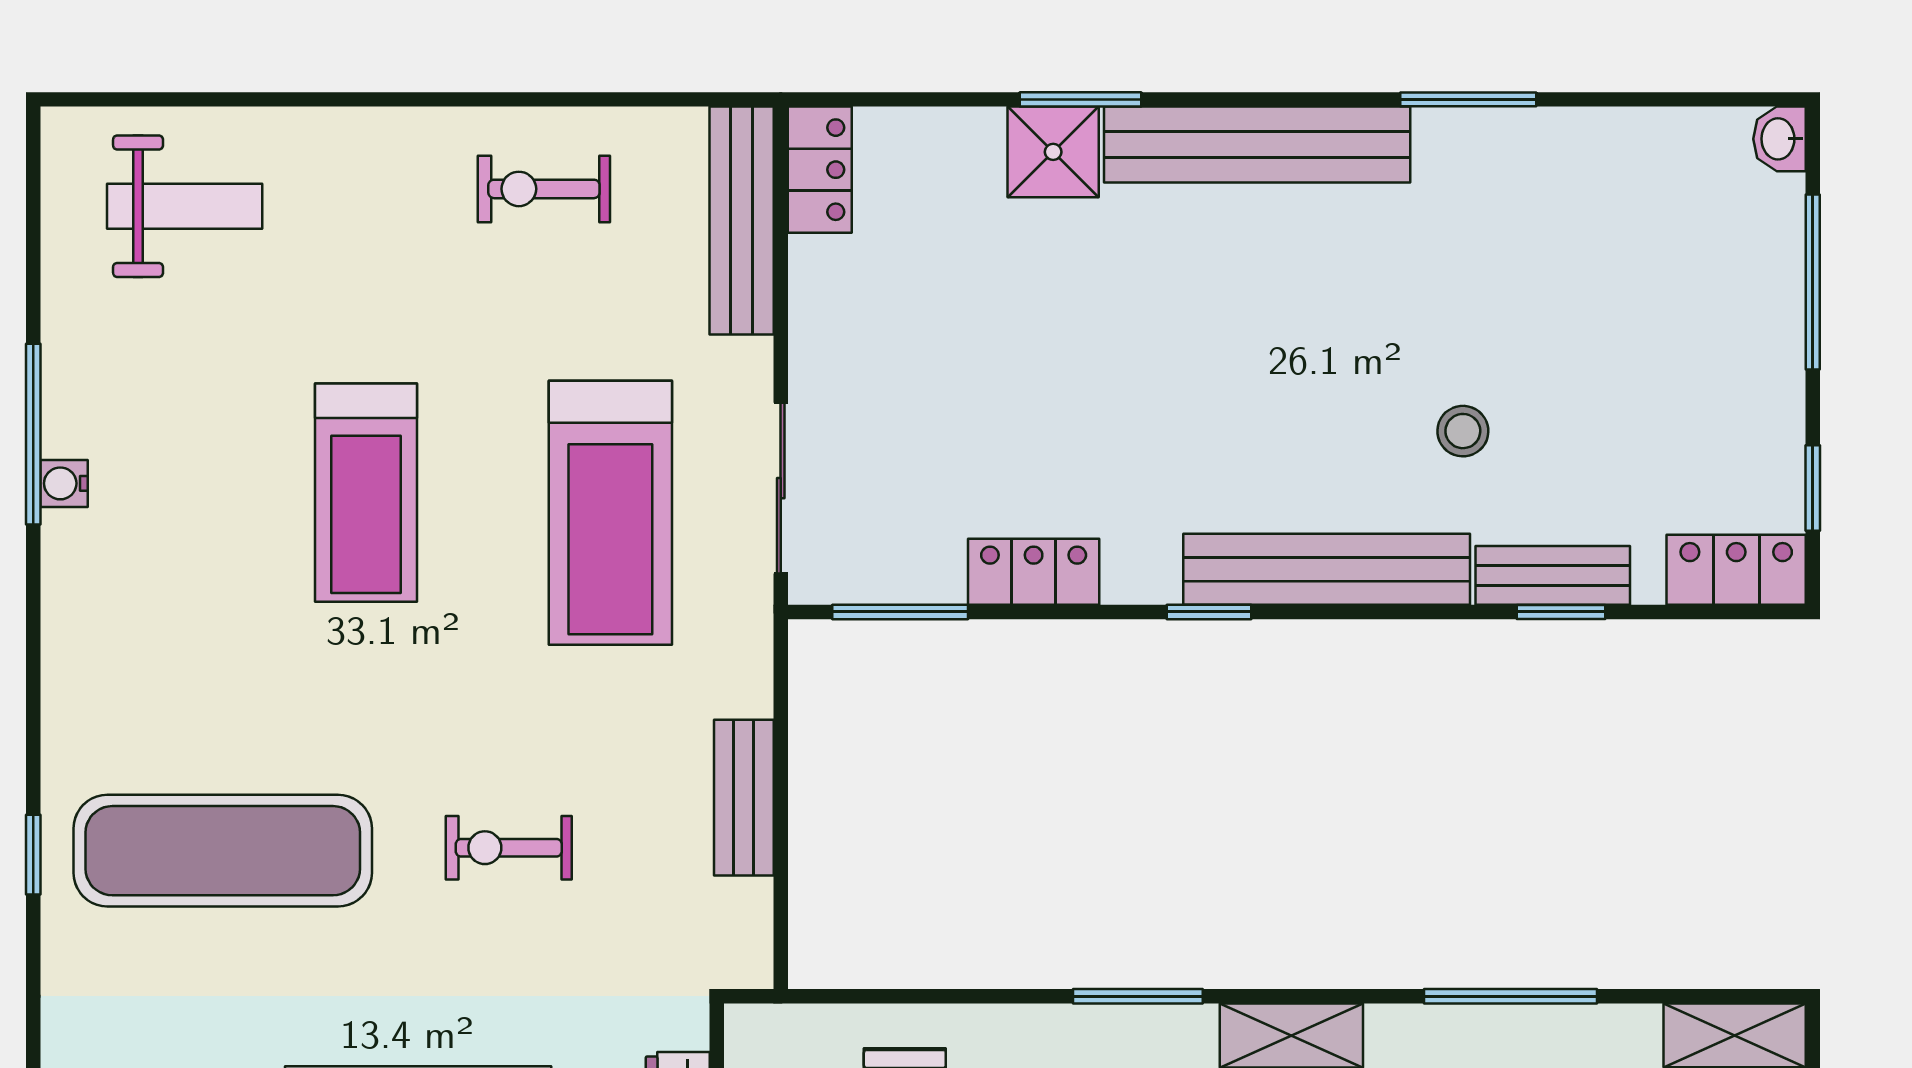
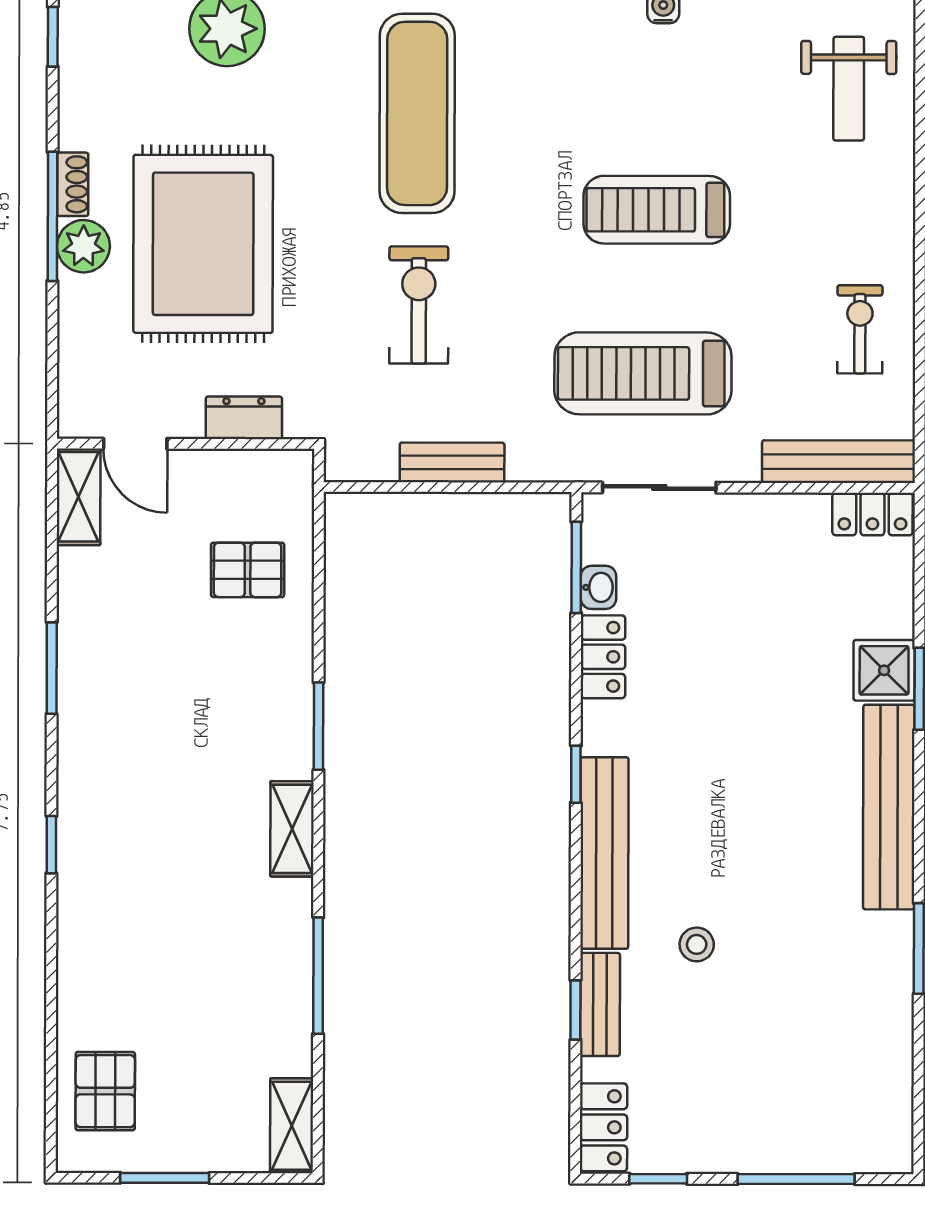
washbasin: (1780, 139) -> (599, 587), moved, turned 90
exercise bike: (509, 848) -> (419, 305), width x1.38, depth x1.39

